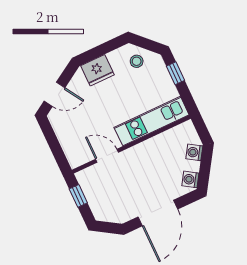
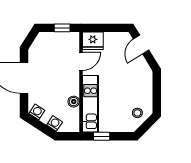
fridge: (97, 70) -> (93, 41), moved, turned -90
window: (175, 73) -> (102, 136), moved
boiler: (158, 142) -> (74, 102), added

